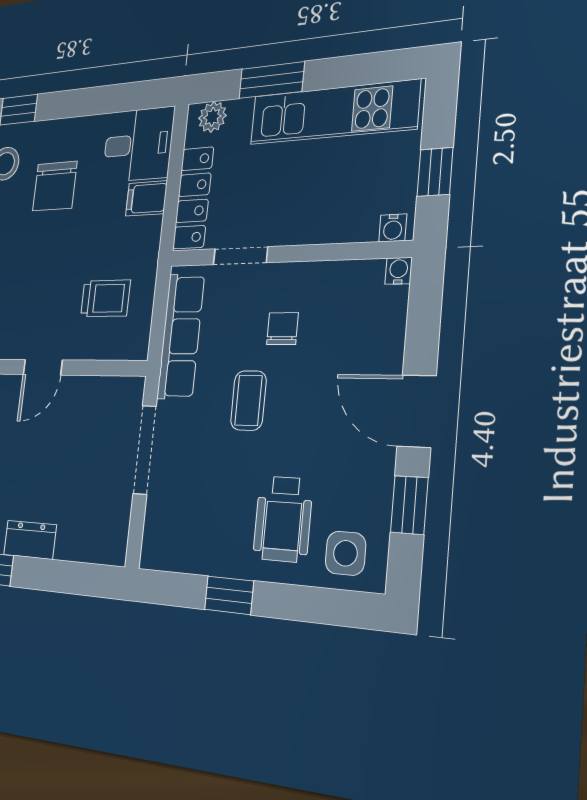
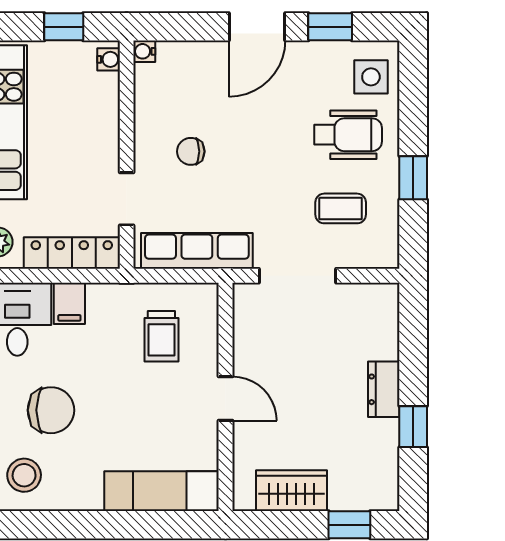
trolley: (105, 298) -> (161, 336), turned 180
coffee table: (248, 400) -> (341, 208), moved

